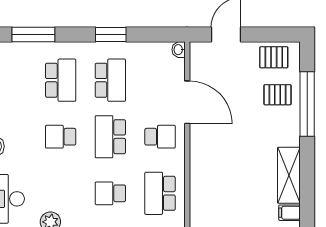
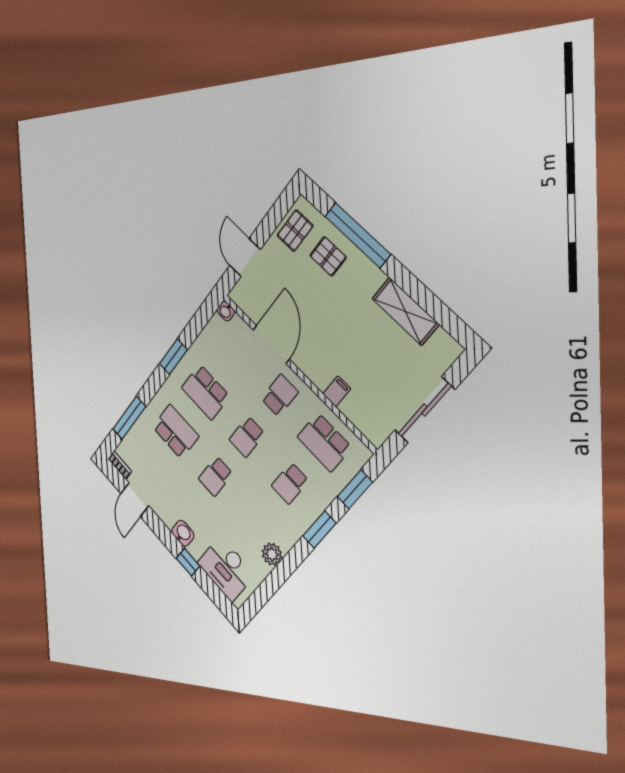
school desk: (110, 80) -> (205, 392), turned 180
pallet: (278, 95) -> (328, 256), turned 90
door: (187, 102) -> (271, 344), hinge flipped
school desk: (110, 137) -> (247, 437), width x0.54
filing cabinet: (290, 213) -> (337, 391), moved, turned 180

